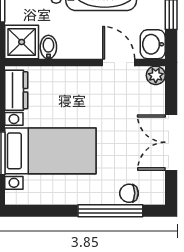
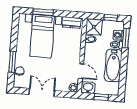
door: (119, 62) -> (81, 71), hinge flipped
window: (110, 211) -> (12, 62), width x0.69

